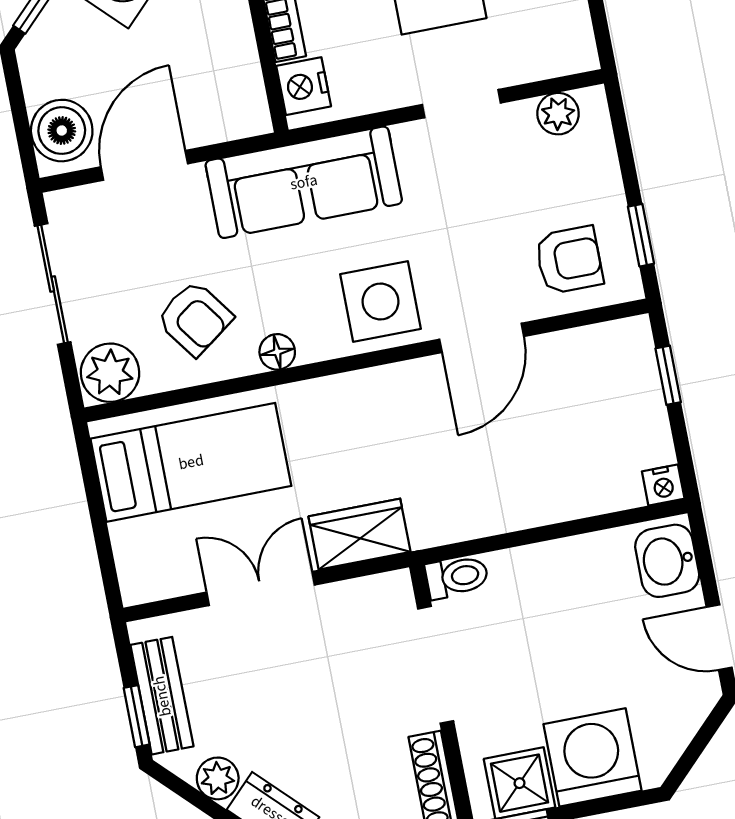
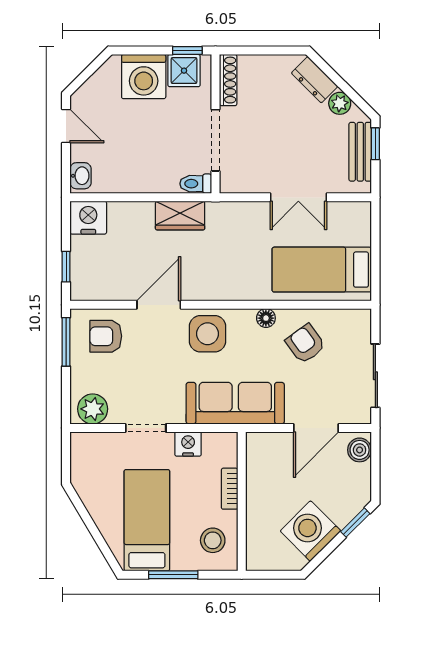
nightstand: (304, 86) -> (188, 444), moved, turned -90
plant: (558, 114) -> (93, 409), width x1.38, depth x1.38
boiler: (62, 131) -> (360, 450), width x0.73, depth x0.73
window: (641, 235) -> (66, 342), width x1.50
plant: (110, 373) -> (355, 324), removed
nightstand: (663, 485) -> (88, 218), width x1.89, depth x1.79
wardrobe: (359, 534) -> (180, 216), moved
washbasin: (667, 561) -> (81, 176), width x0.72, depth x0.69

